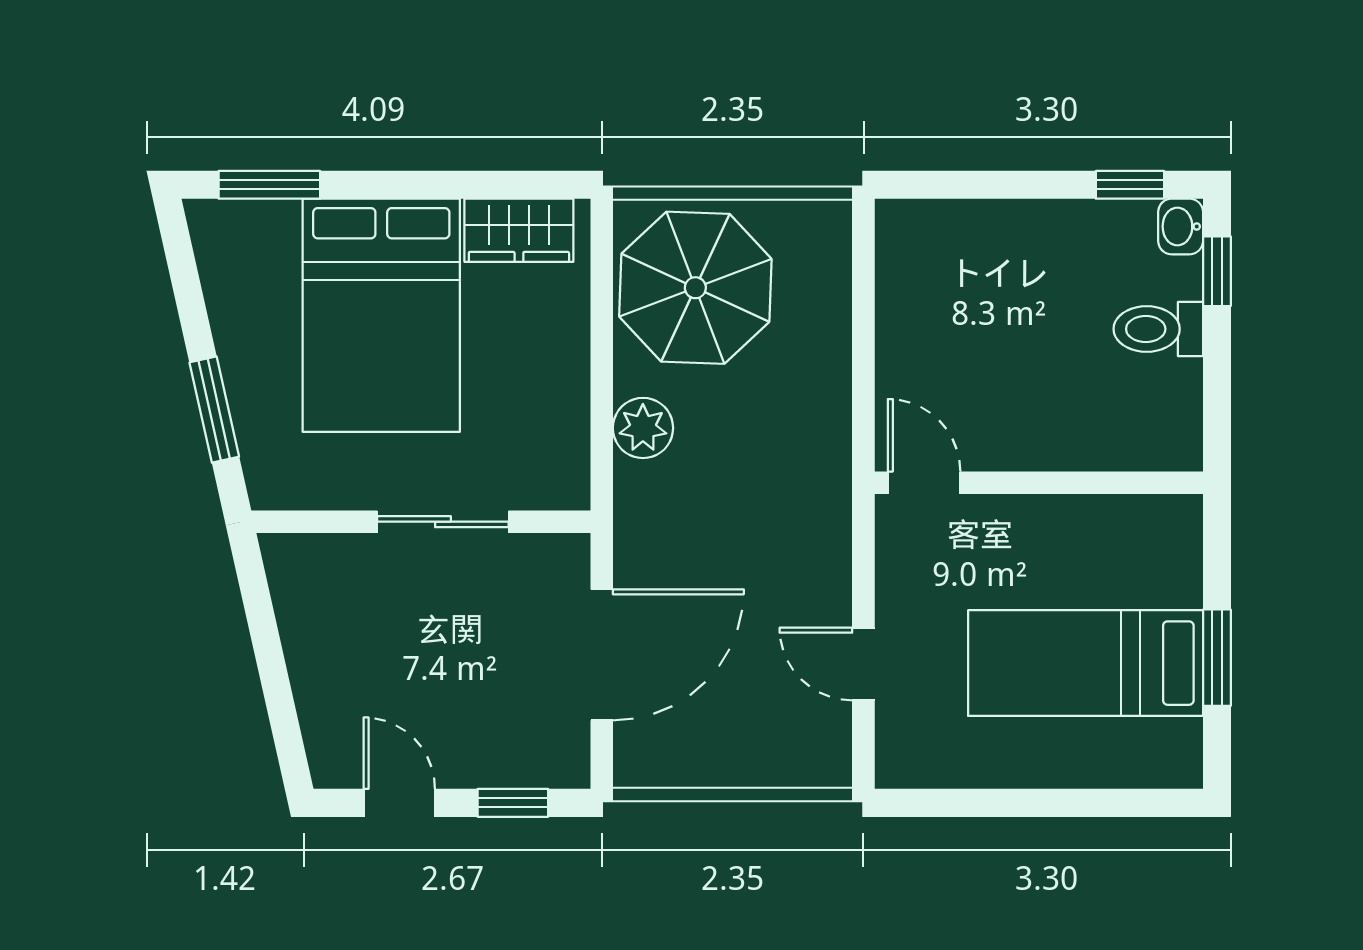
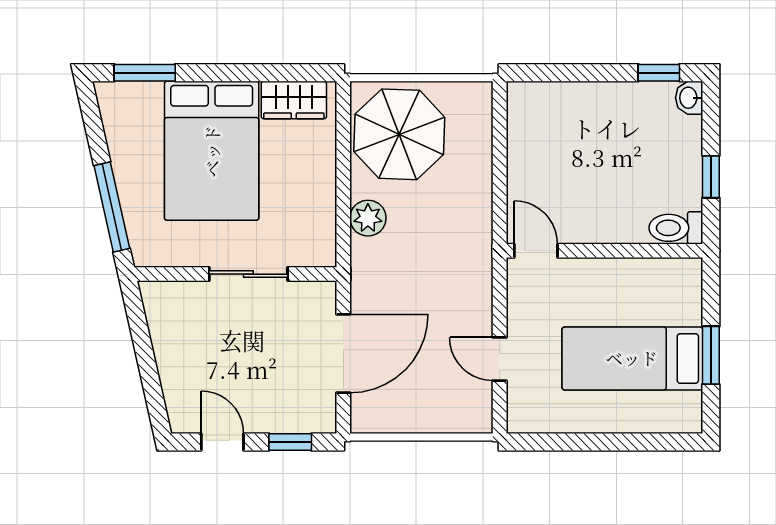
window: (1217, 271) -> (711, 177), moved
toilet: (1158, 329) -> (676, 228), moved
window: (214, 410) -> (112, 207), width x1.44

